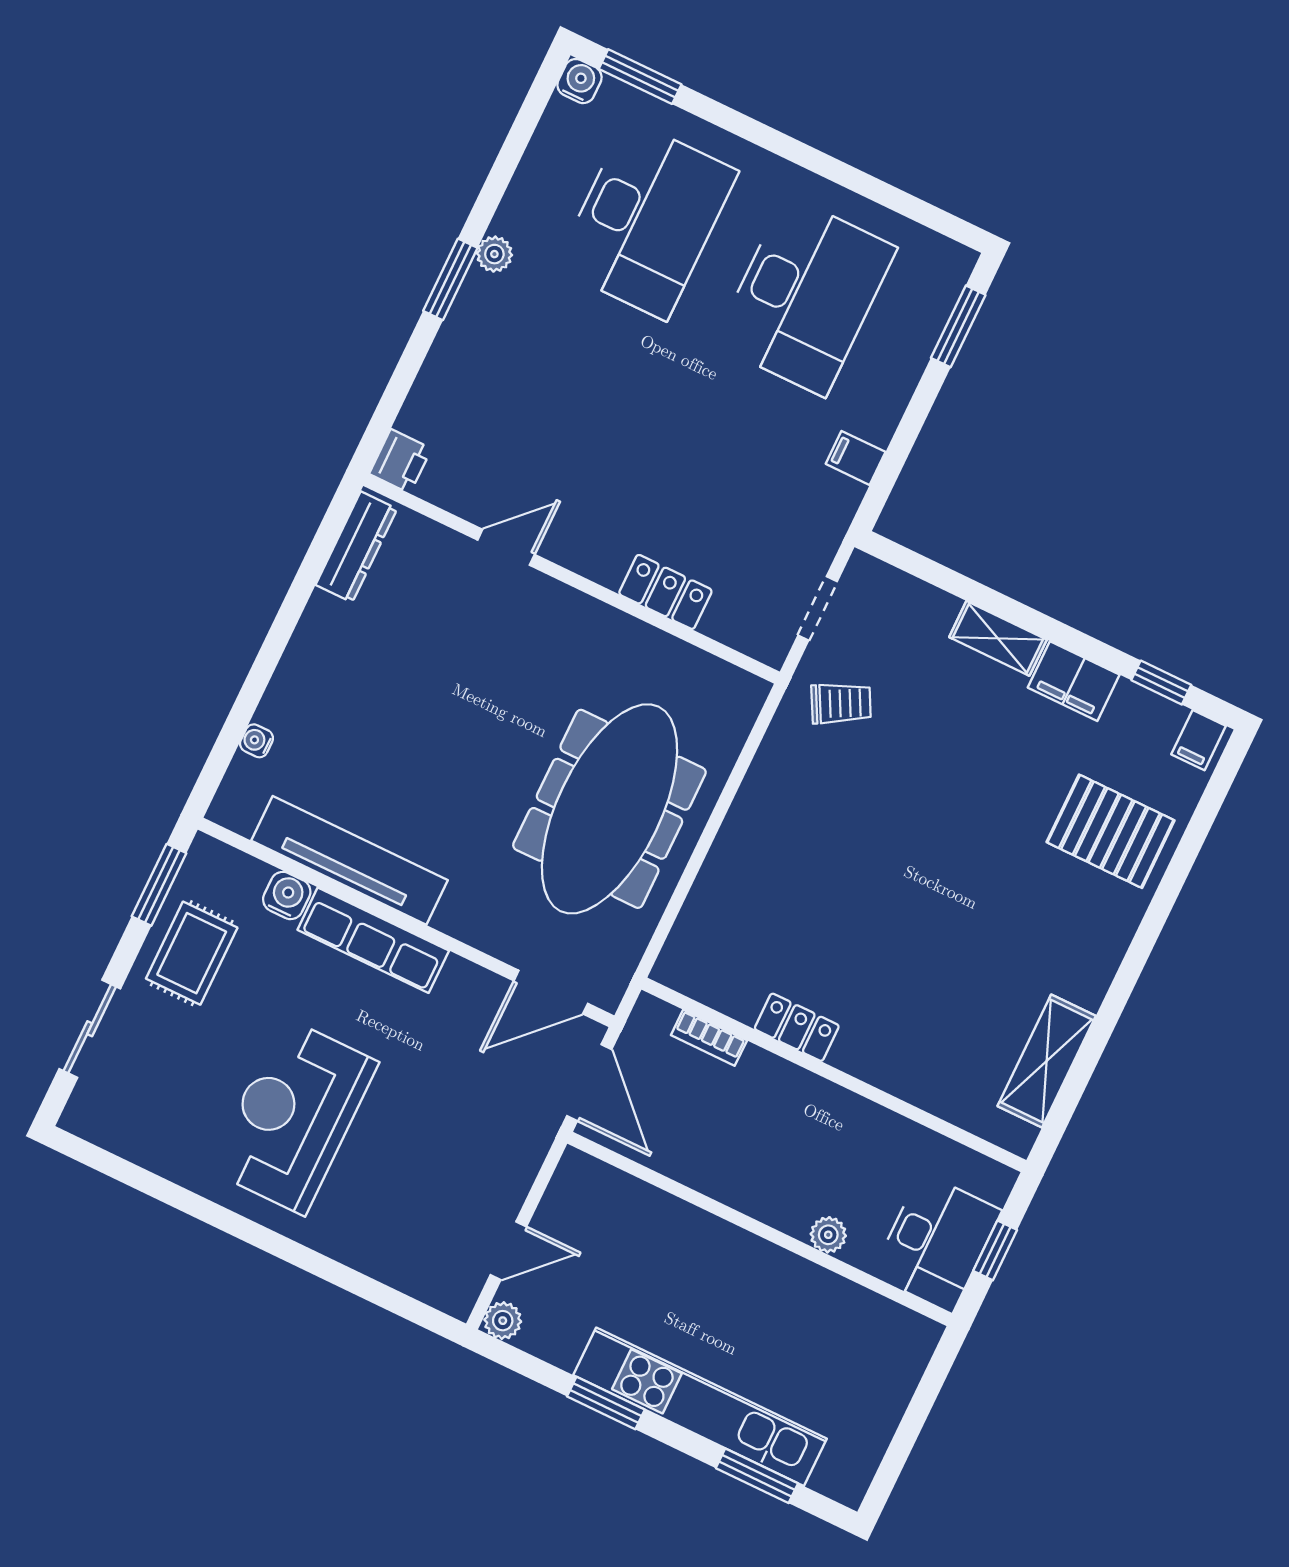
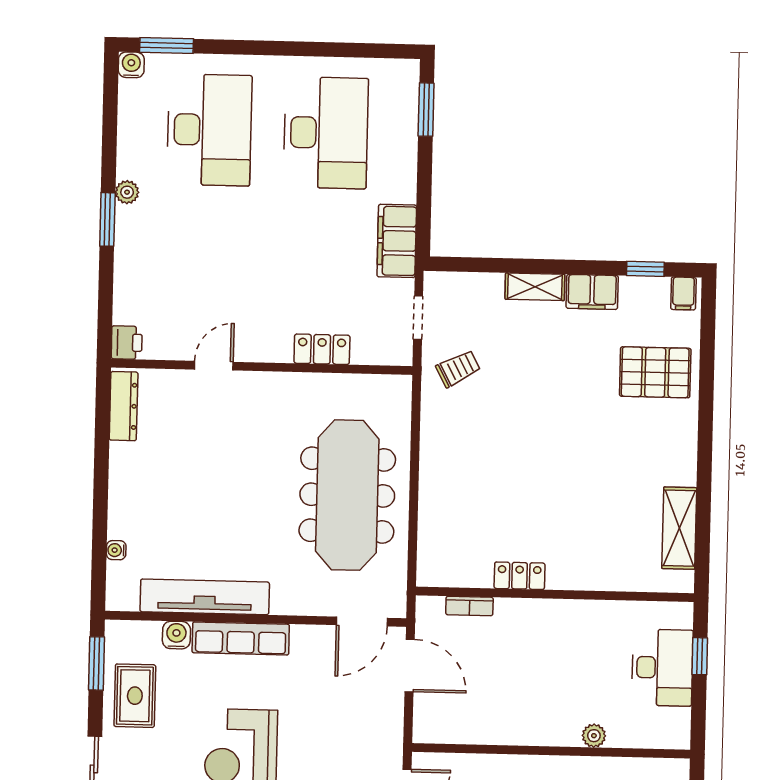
filing cabinet: (856, 458) -> (397, 241), width x3.00, depth x1.17
wall: (760, 1229) -> (551, 751), moved
plant: (828, 1235) -> (594, 736), moved

